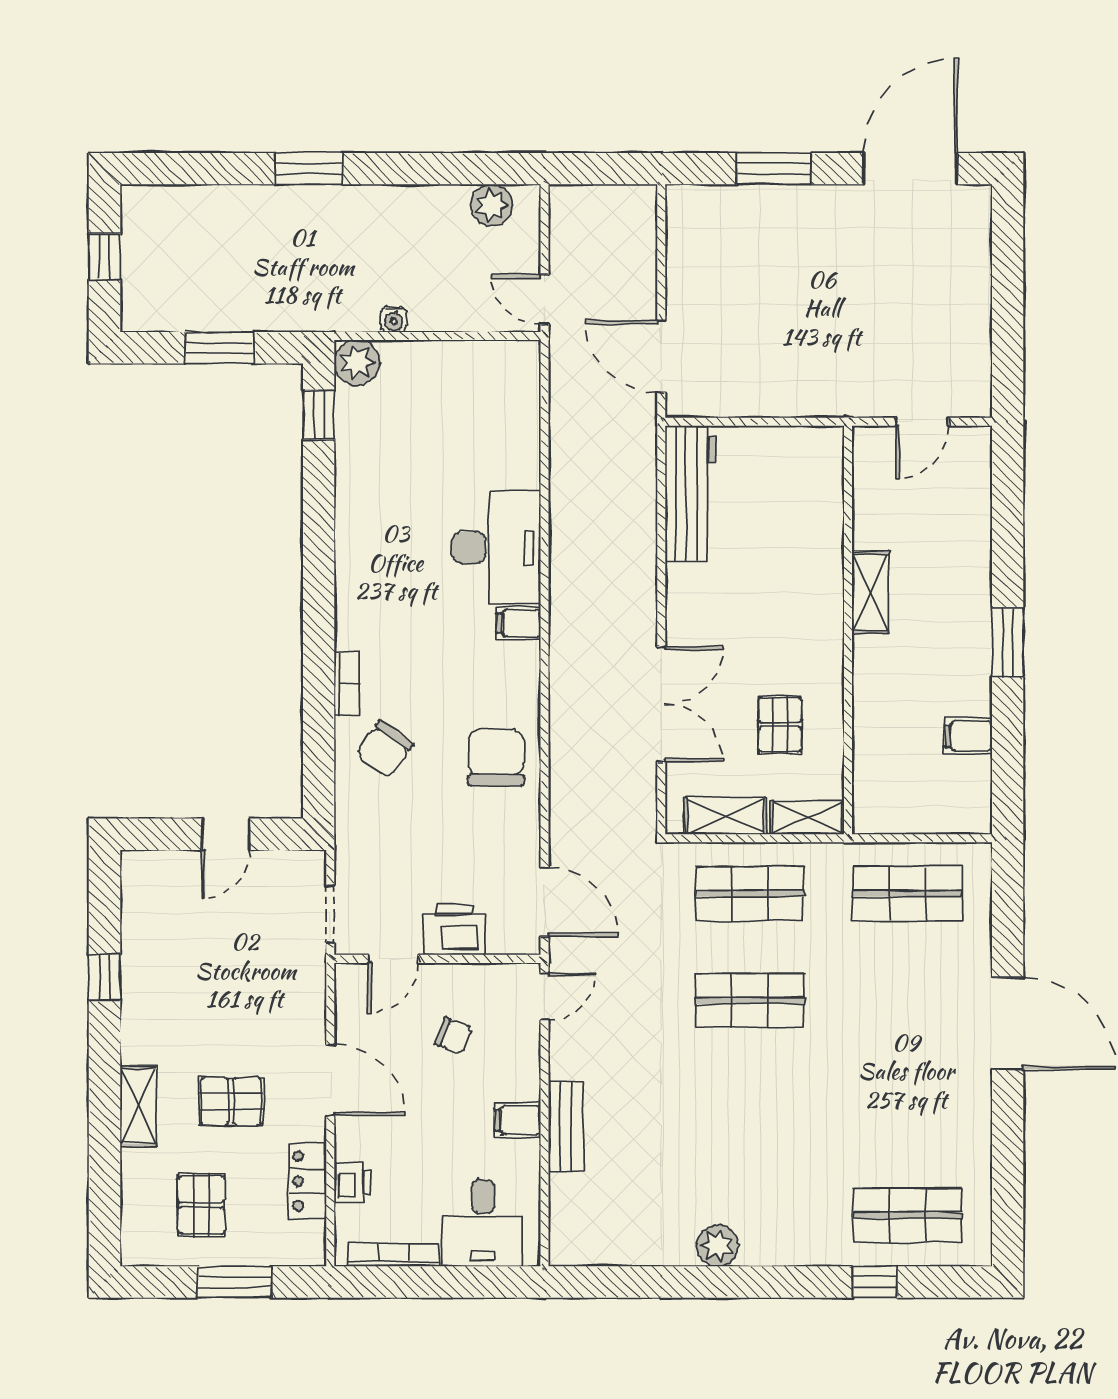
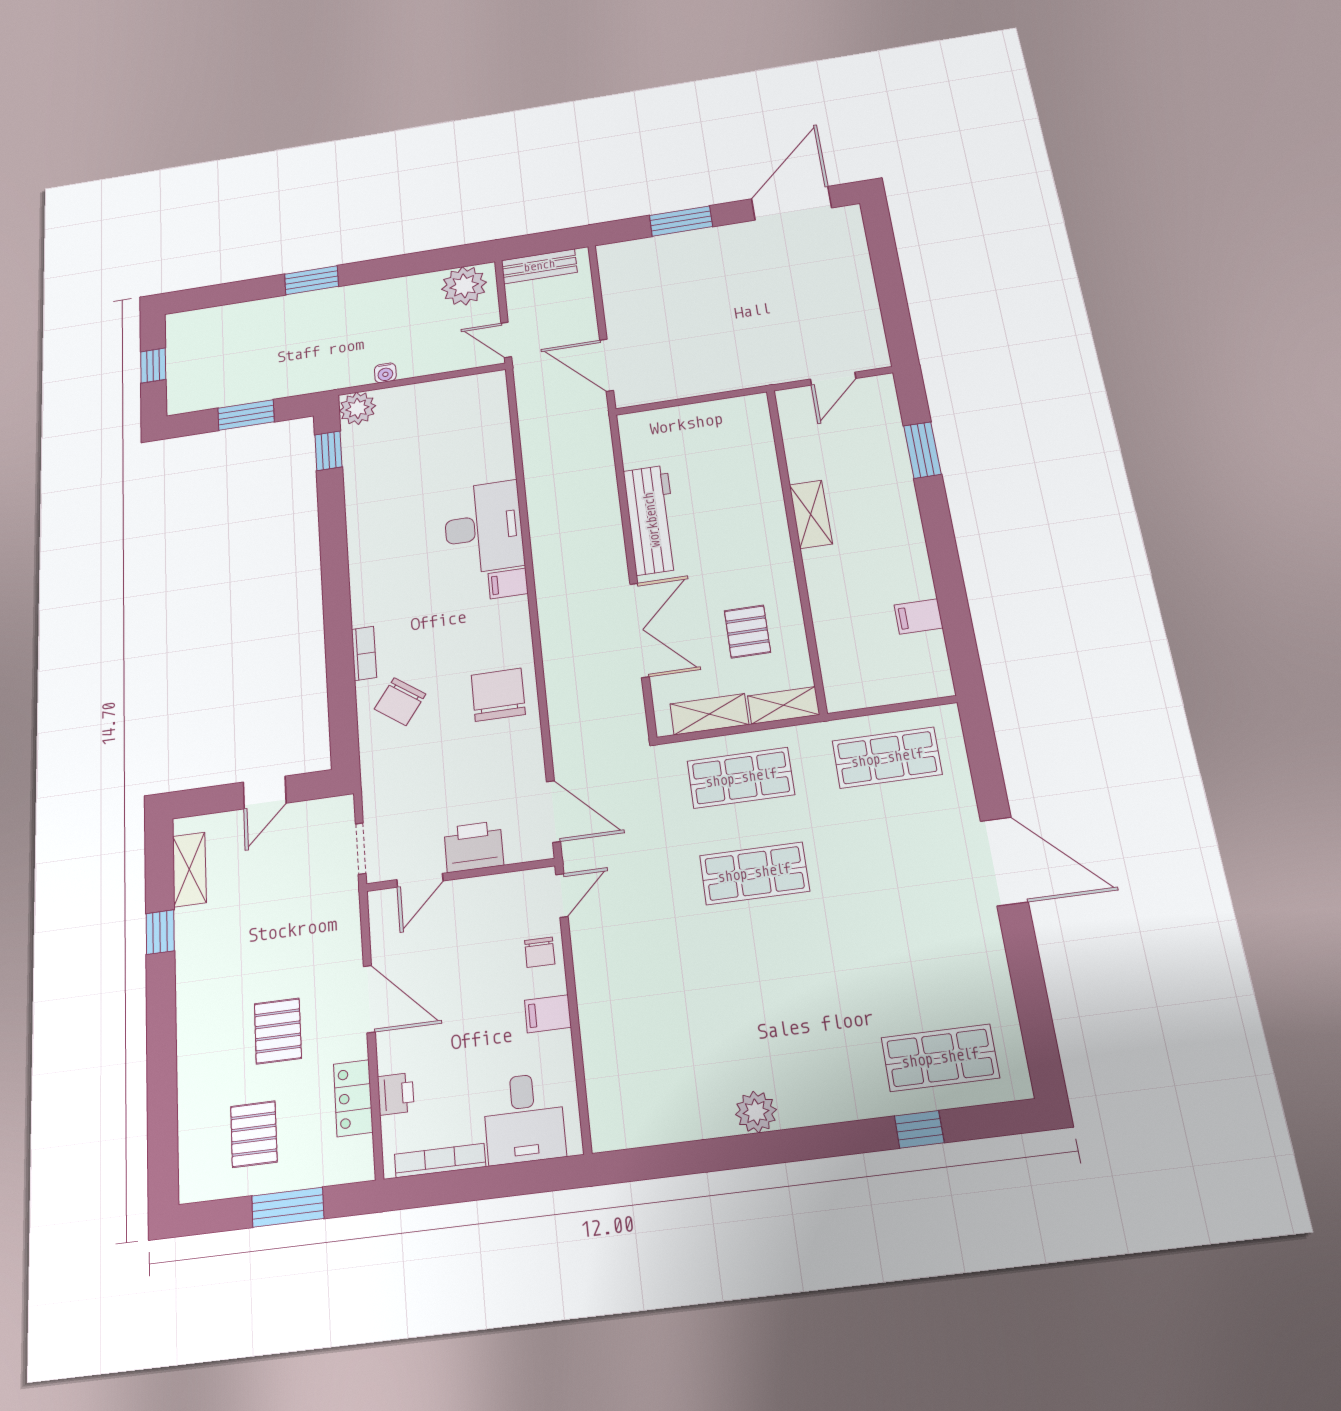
plant: (492, 205) -> (464, 286), width x1.36, depth x1.36
workbench: (691, 493) -> (652, 520), moved
window: (1008, 642) -> (922, 450), moved
chair: (453, 1036) -> (540, 952), moved, turned 69
pallet: (231, 1101) -> (278, 1031), turned 90
shelving: (138, 1106) -> (189, 869), moved
bench: (566, 1126) -> (539, 266), moved, turned 90

